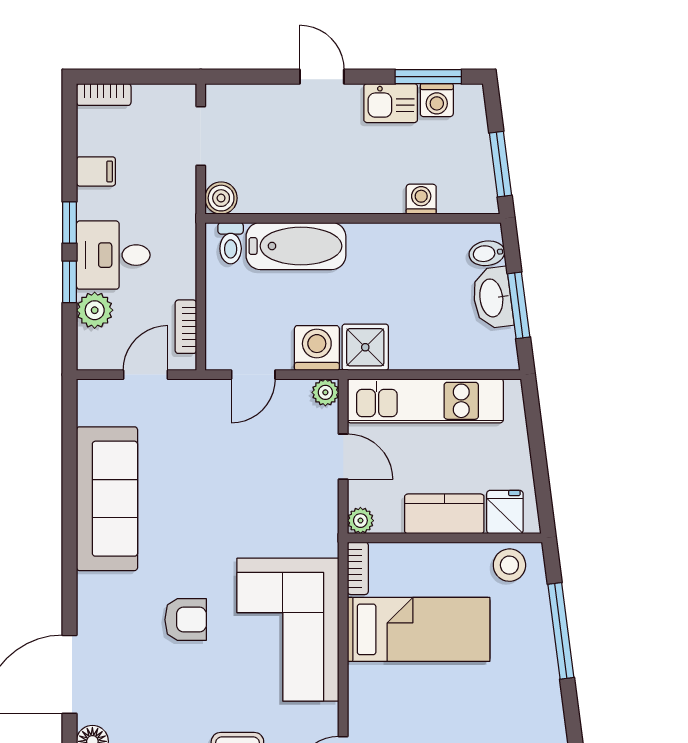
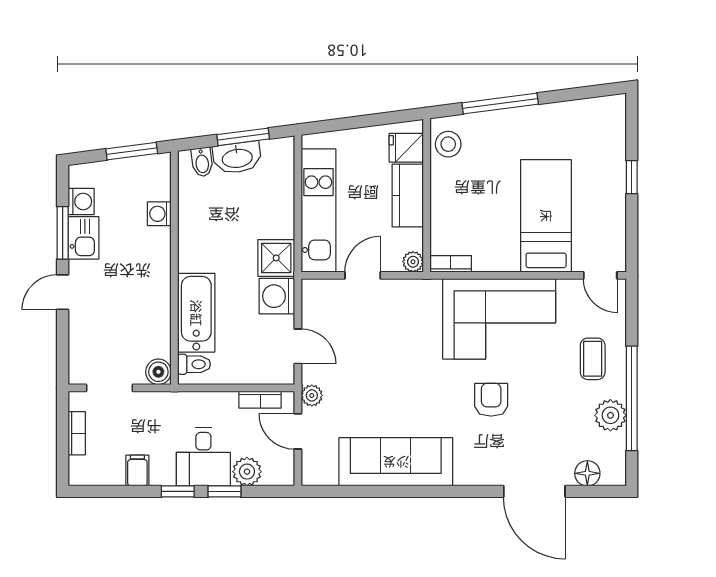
window: (428, 77) -> (63, 233), moved
bookcase: (104, 95) -> (77, 433), moved
plant: (325, 392) -> (312, 395), moved
bed: (419, 629) -> (546, 216), moved

